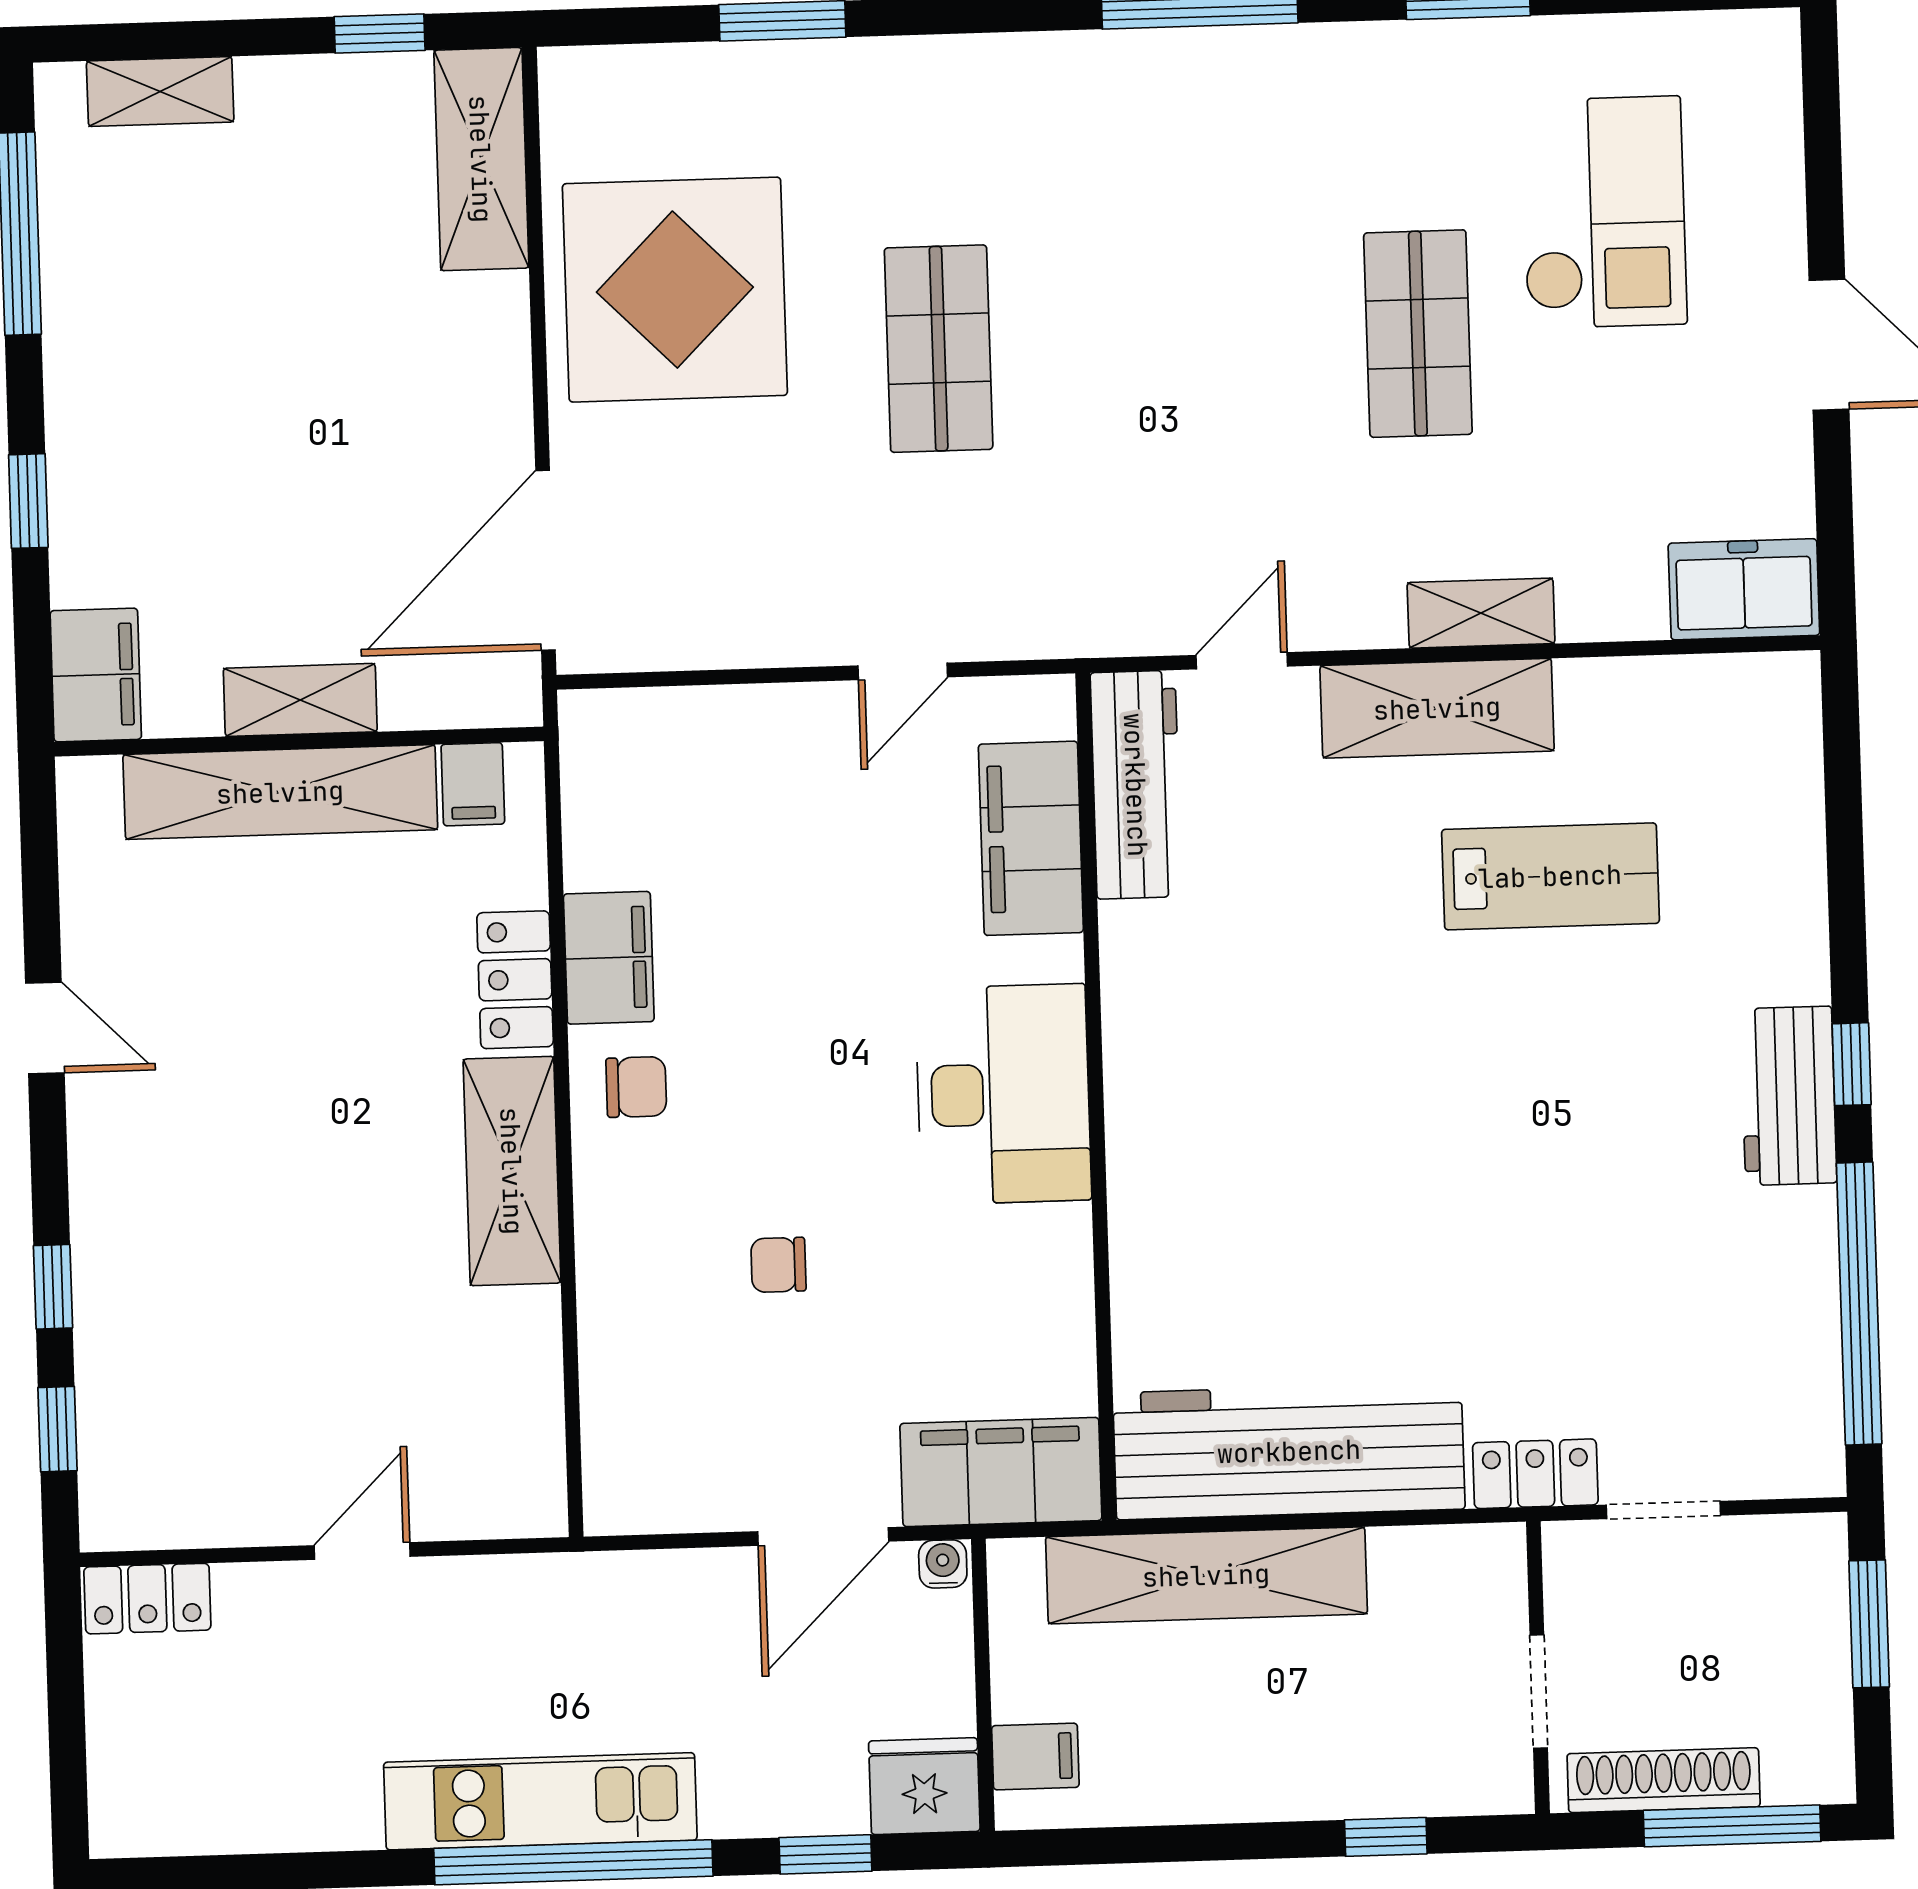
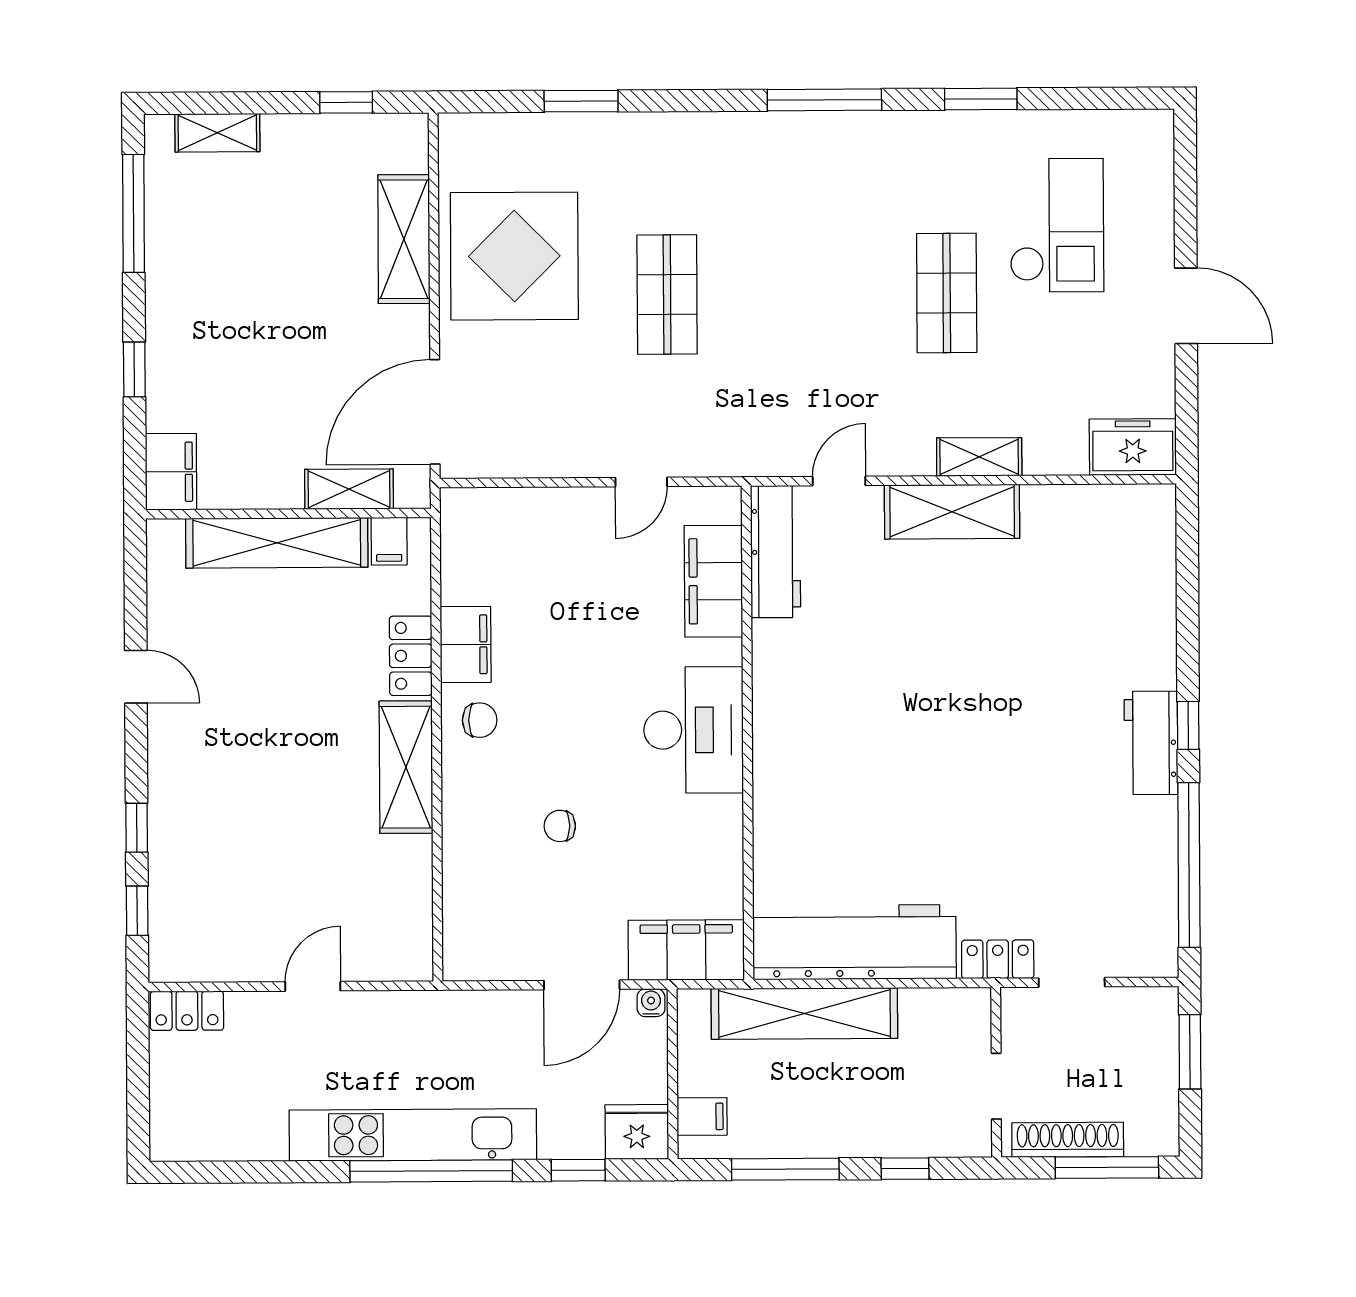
shelving: (481, 159) -> (404, 239), moved
shelving: (300, 700) -> (349, 489), moved
lab bench: (1550, 876) -> (1016, 611), removed
kitchen unit: (540, 1801) -> (413, 1135), width x1.36
window: (1181, 1843) -> (785, 1169), added

